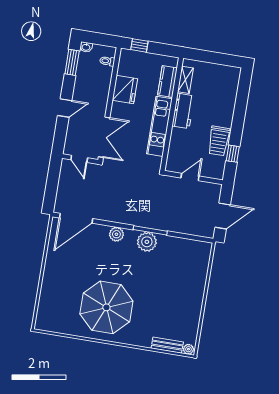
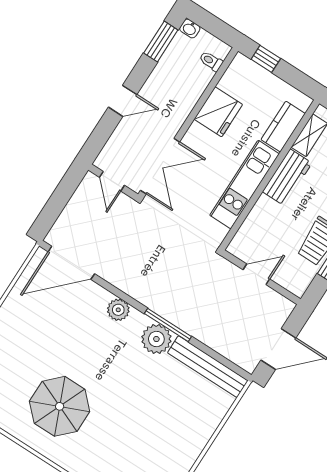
bench: (185, 245) -> (208, 367), added
parasol: (106, 307) -> (60, 406), width x0.73, depth x0.73

